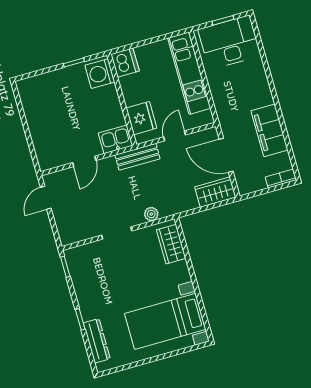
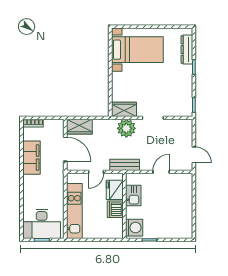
dishwasher: (125, 63) -> (115, 209), moved
kitchen sink: (116, 139) -> (133, 196), moved, turned -90
door: (46, 198) -> (194, 155), hinge flipped
plant: (151, 214) -> (126, 128), width x1.88, depth x1.88
wardrobe: (171, 244) -> (124, 109), moved, turned -90

